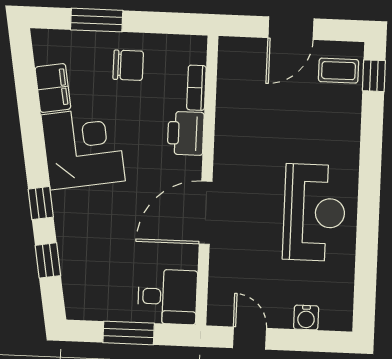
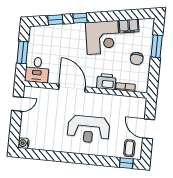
reception desk: (314, 213) -> (89, 129), moved
water cooler: (306, 317) -> (23, 143), moved

